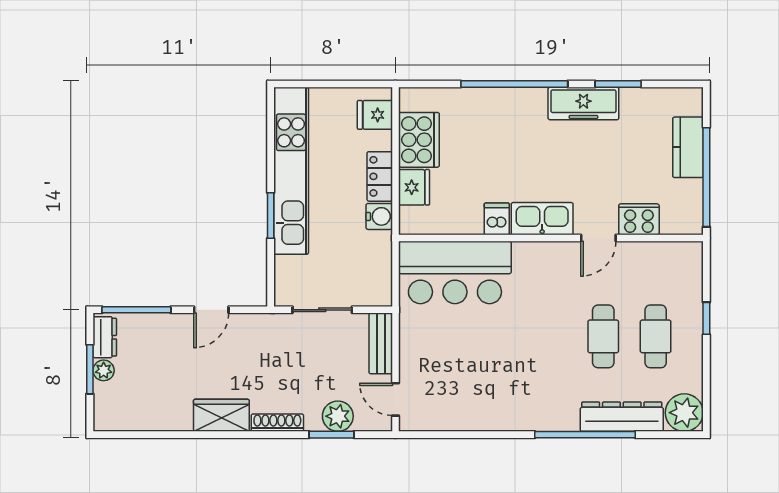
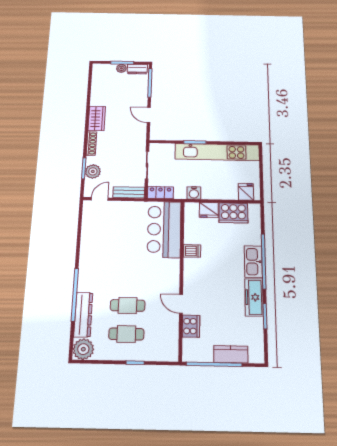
locker: (380, 176) -> (160, 193), moved
kitchen sink: (542, 219) -> (253, 262), moved, turned 180

